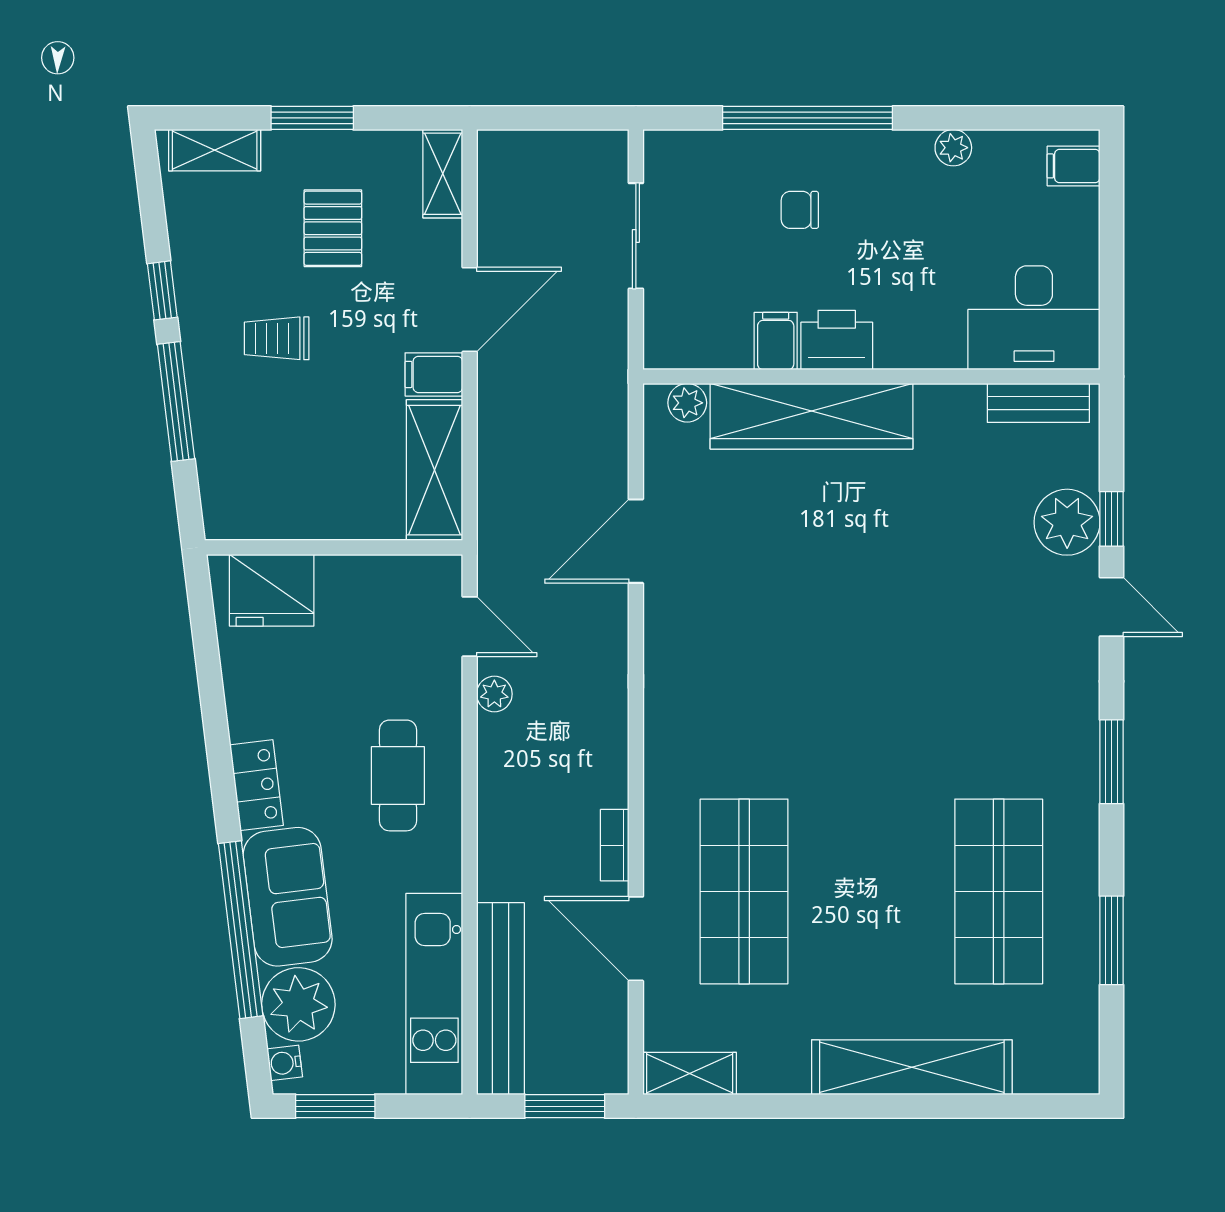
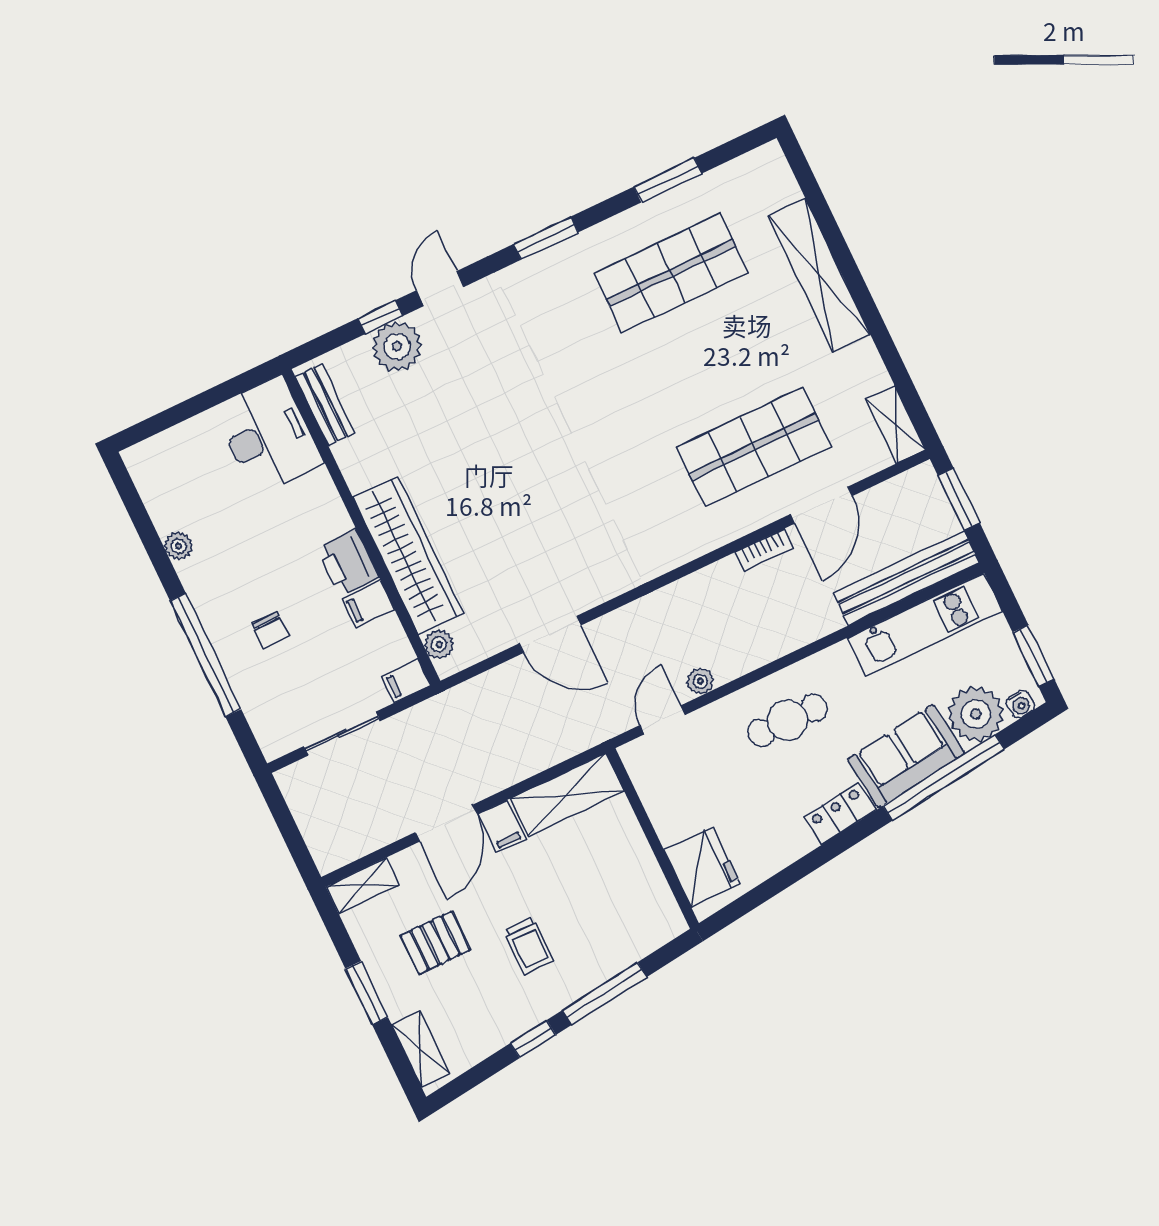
filing cabinet: (1074, 166) -> (406, 681), moved, turned 90
door: (470, 310) -> (446, 823), swing flipped

